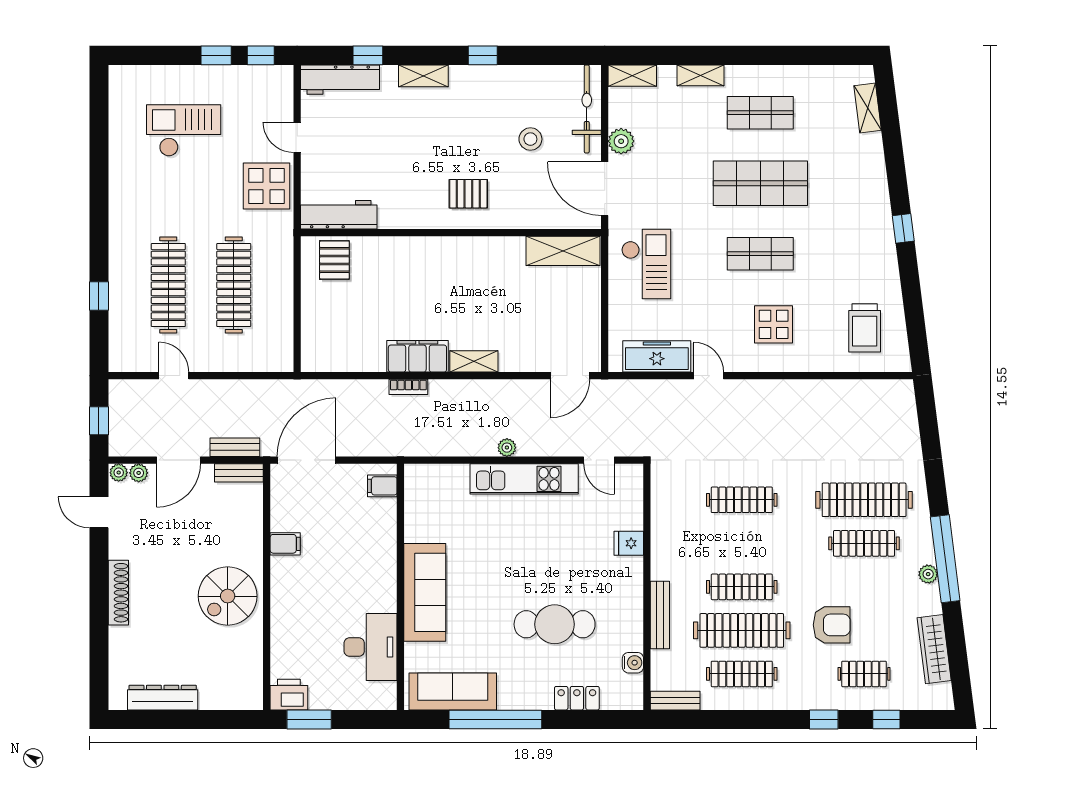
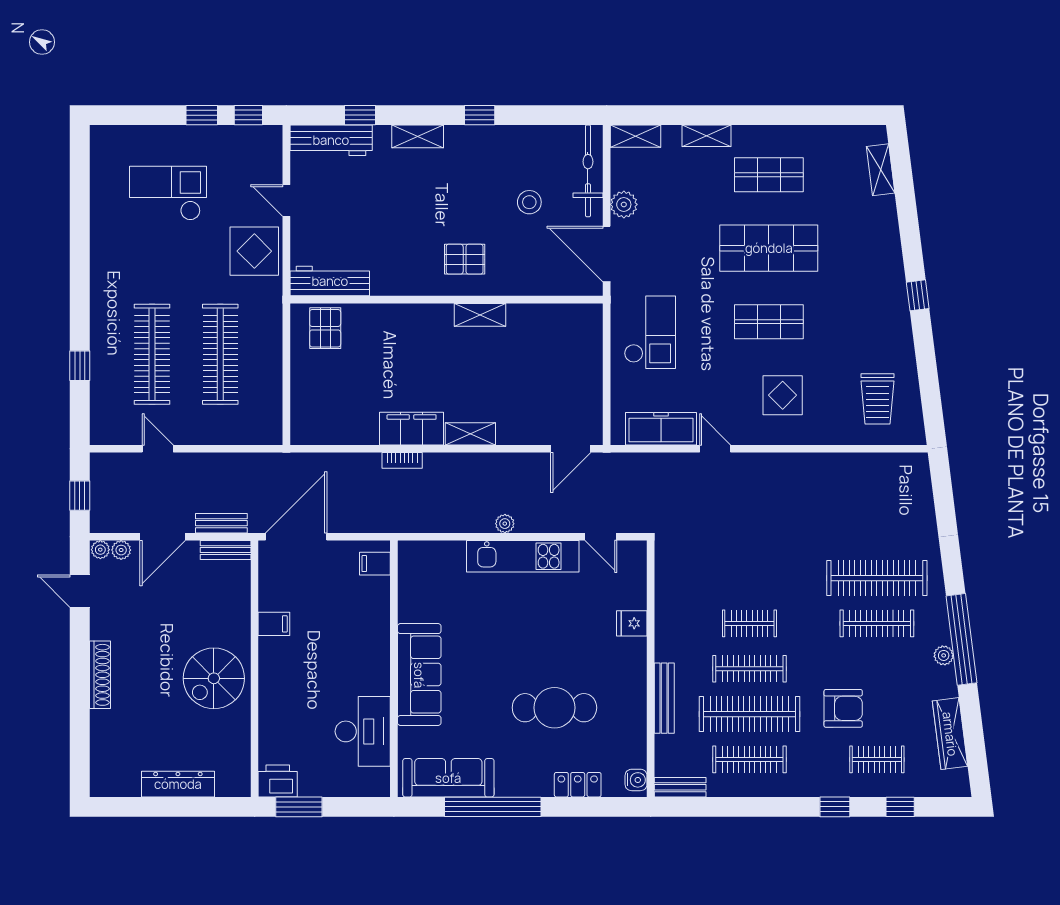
shelving: (563, 251) -> (480, 315), moved, width x0.67, depth x0.75
clothes rail: (742, 500) -> (749, 623), moved, width x0.73
water cooler: (633, 663) -> (636, 780), moved
dresser: (163, 698) -> (178, 784), moved

